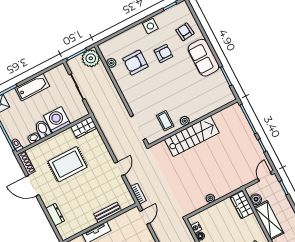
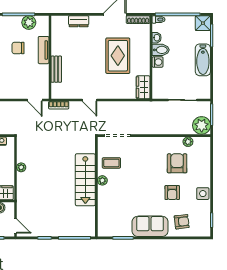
washing machine: (57, 120) -> (158, 62), width x0.53, depth x0.53

